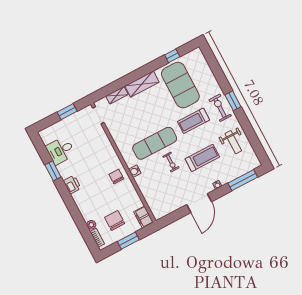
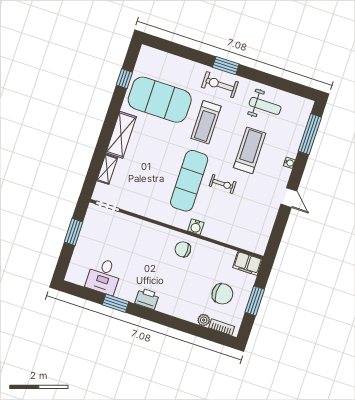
door: (199, 203) -> (289, 198), width x0.53
chair: (115, 220) -> (222, 294), turned 180

